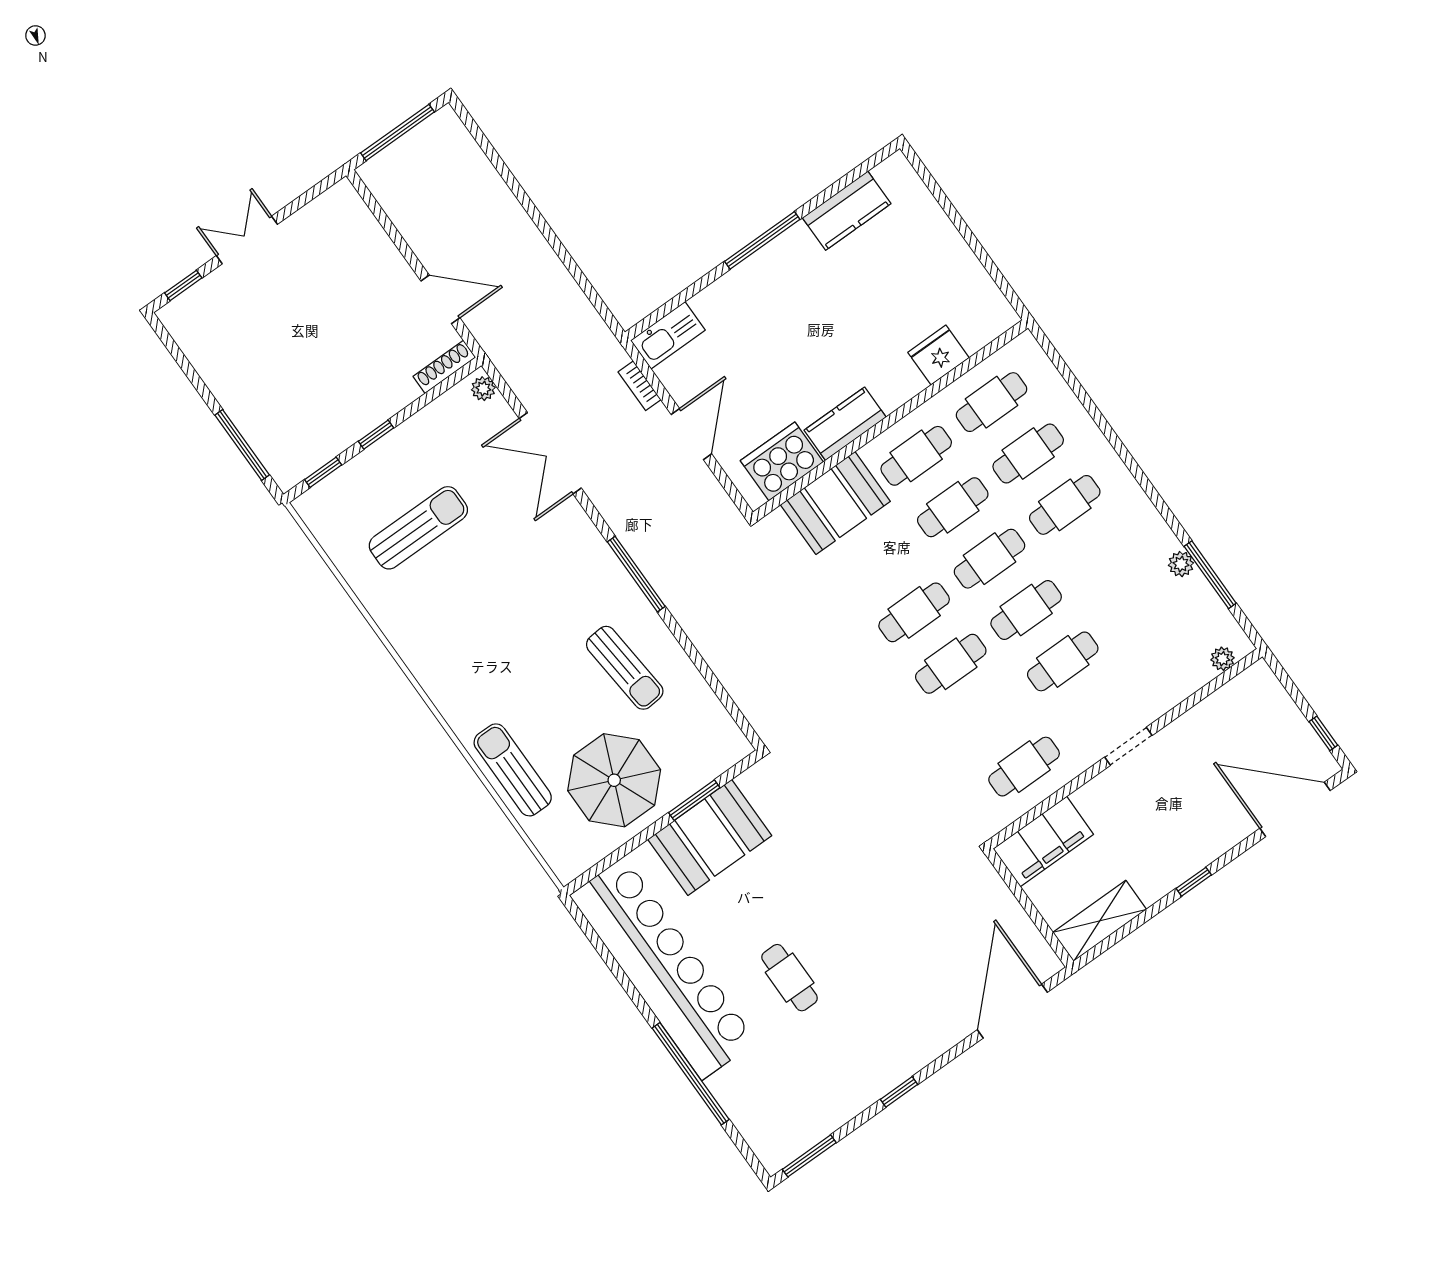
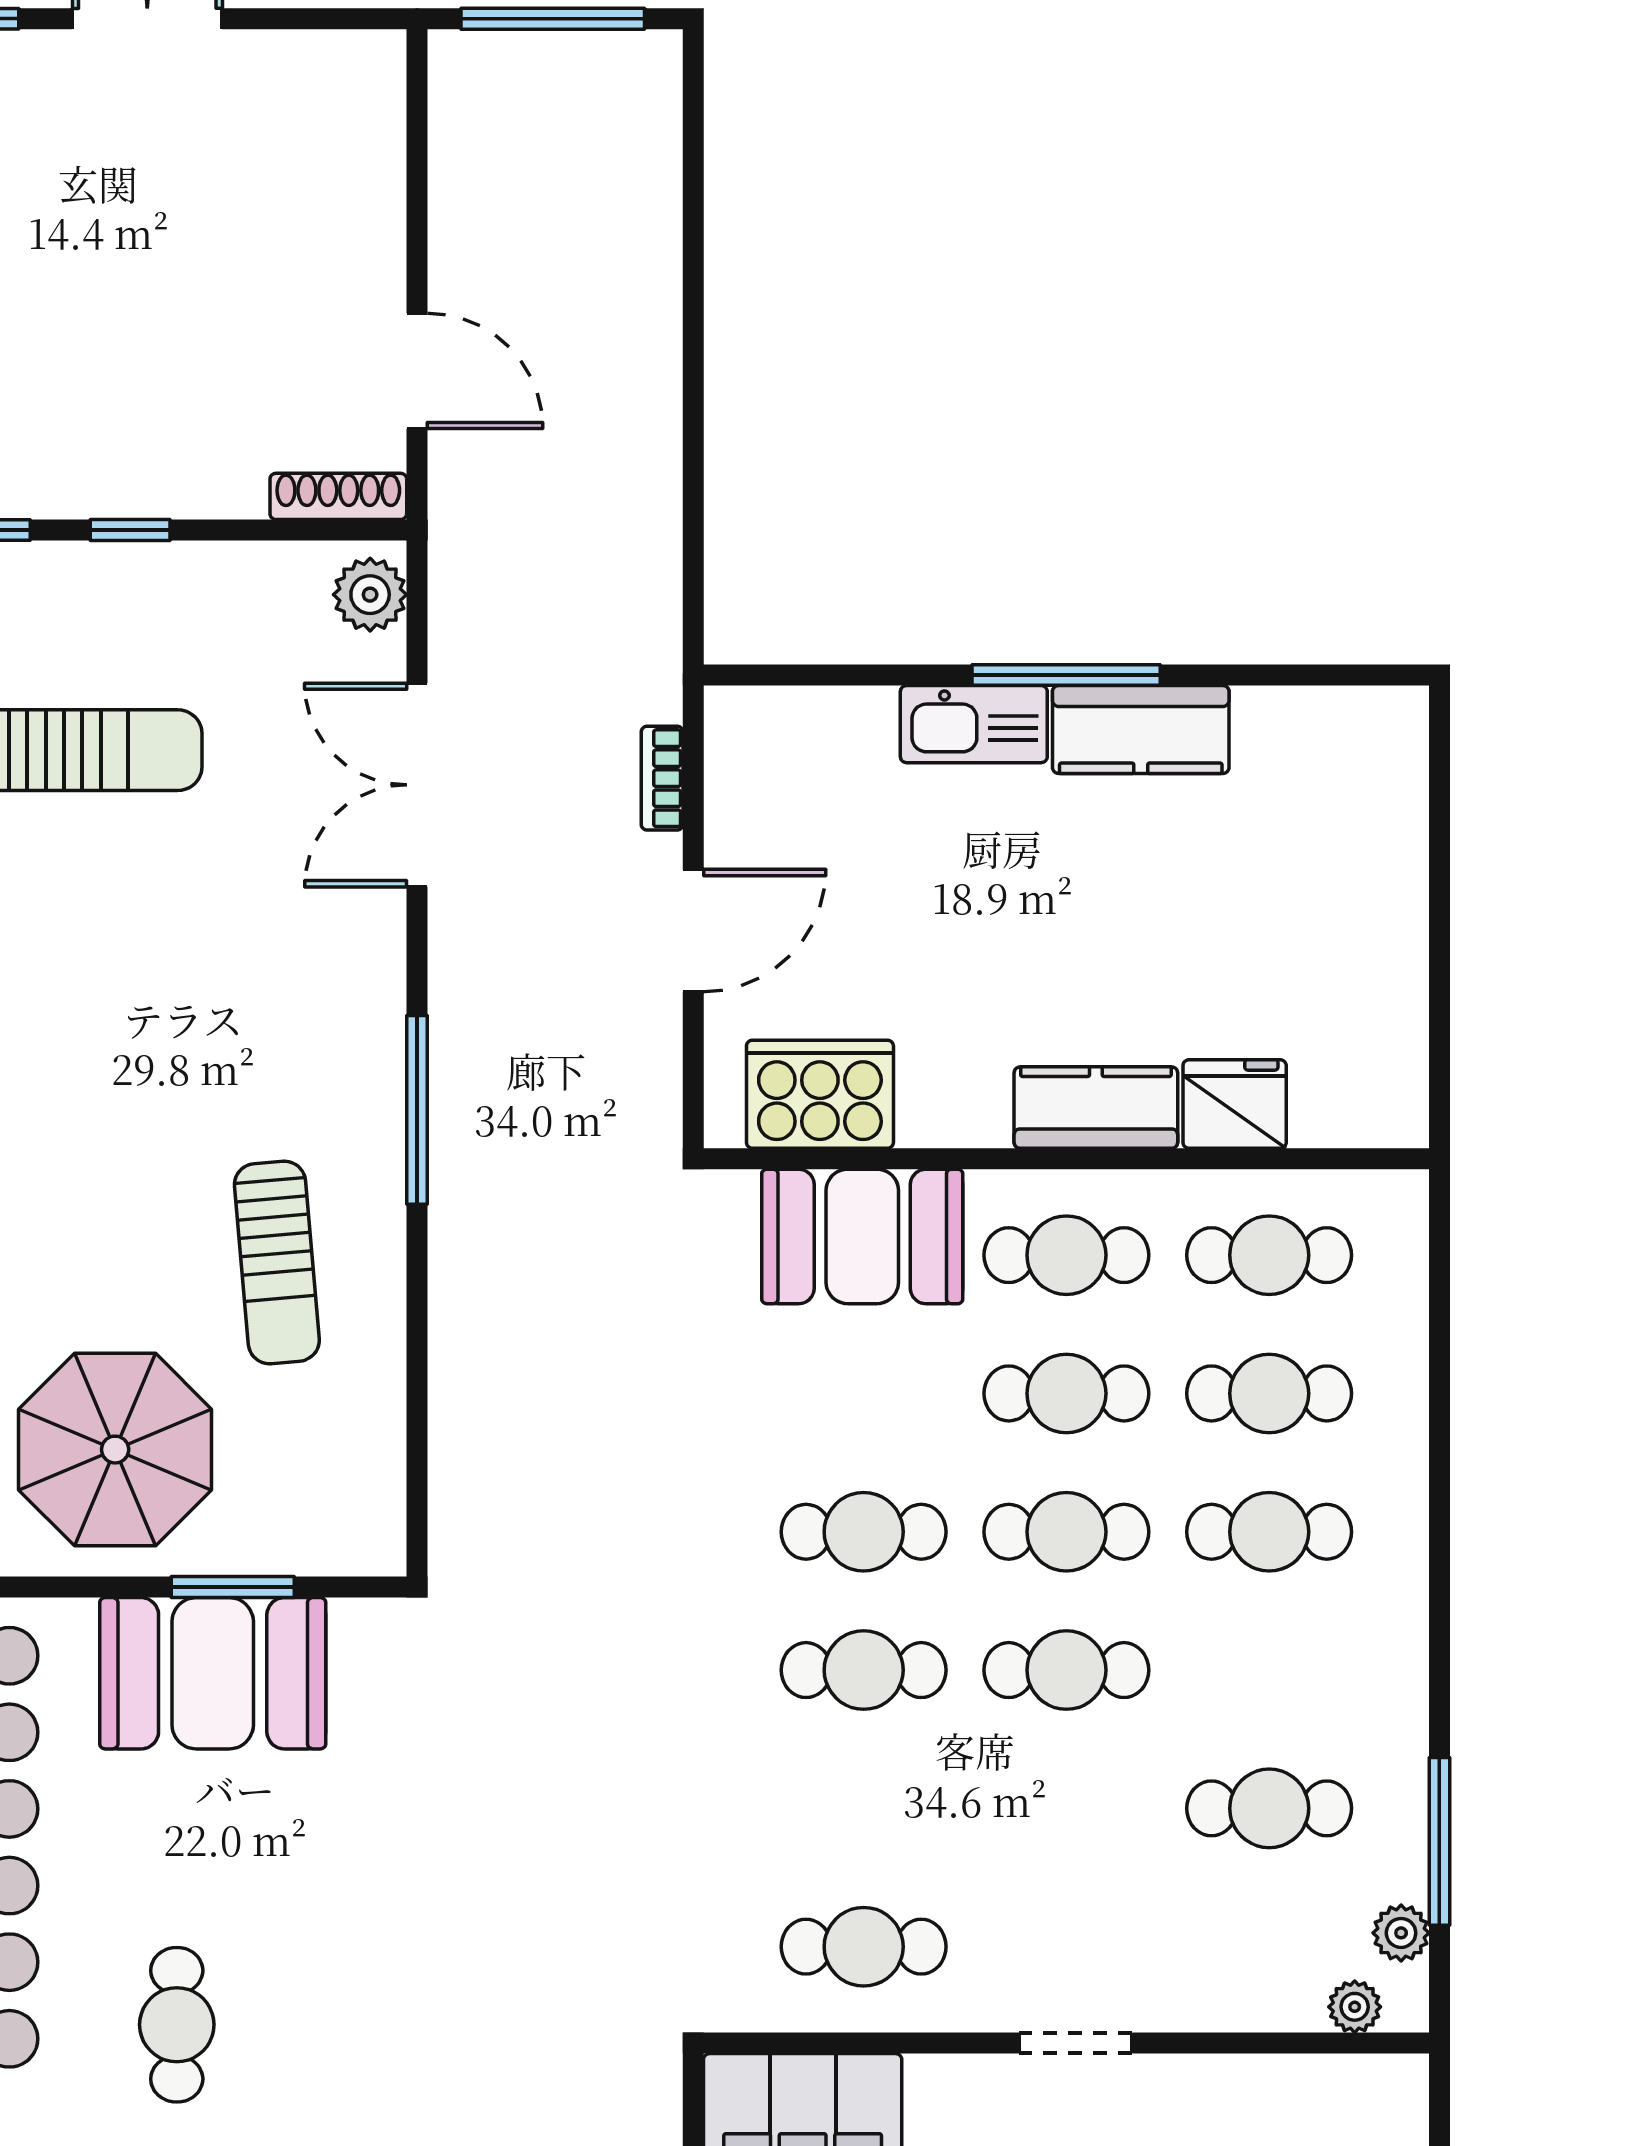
kitchen counter: (847, 211) -> (1141, 729), moved
kitchen sink: (668, 335) -> (974, 724), moved
plant: (483, 389) -> (370, 595), width x1.38, depth x1.38
kitchen counter: (845, 424) -> (1096, 1108), moved
plant: (1181, 564) -> (1401, 1933), moved
cafe table: (1063, 661) -> (1269, 1808), moved

